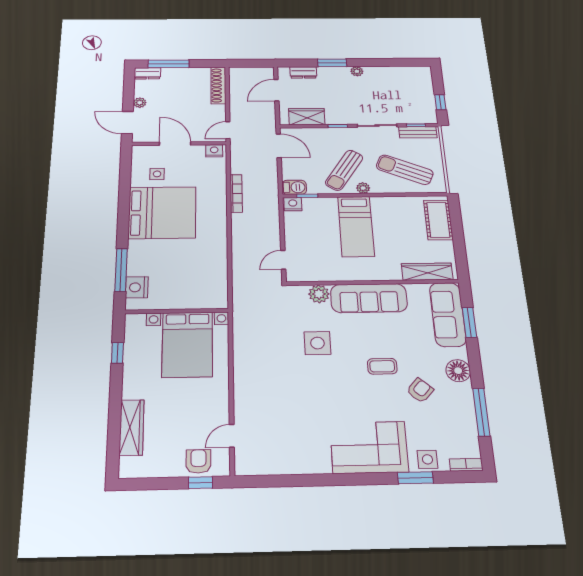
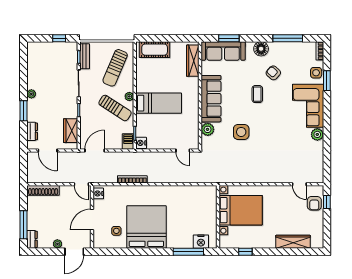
armchair: (198, 461) -> (314, 203), turned -90
plant: (320, 464) -> (317, 134), added

